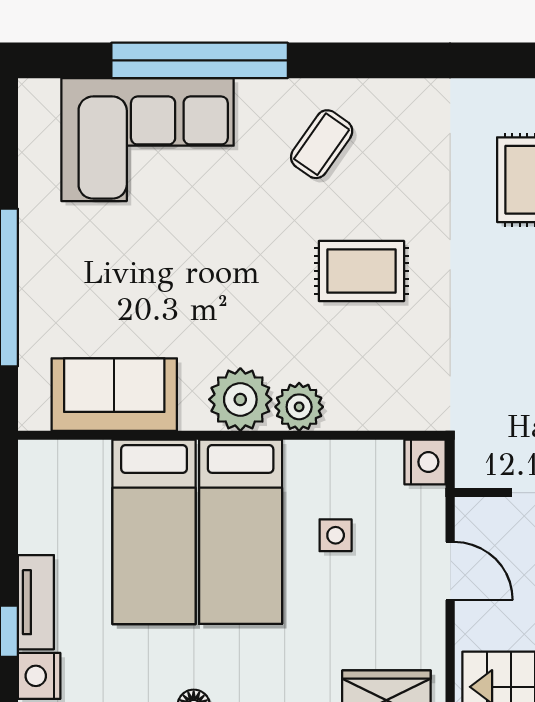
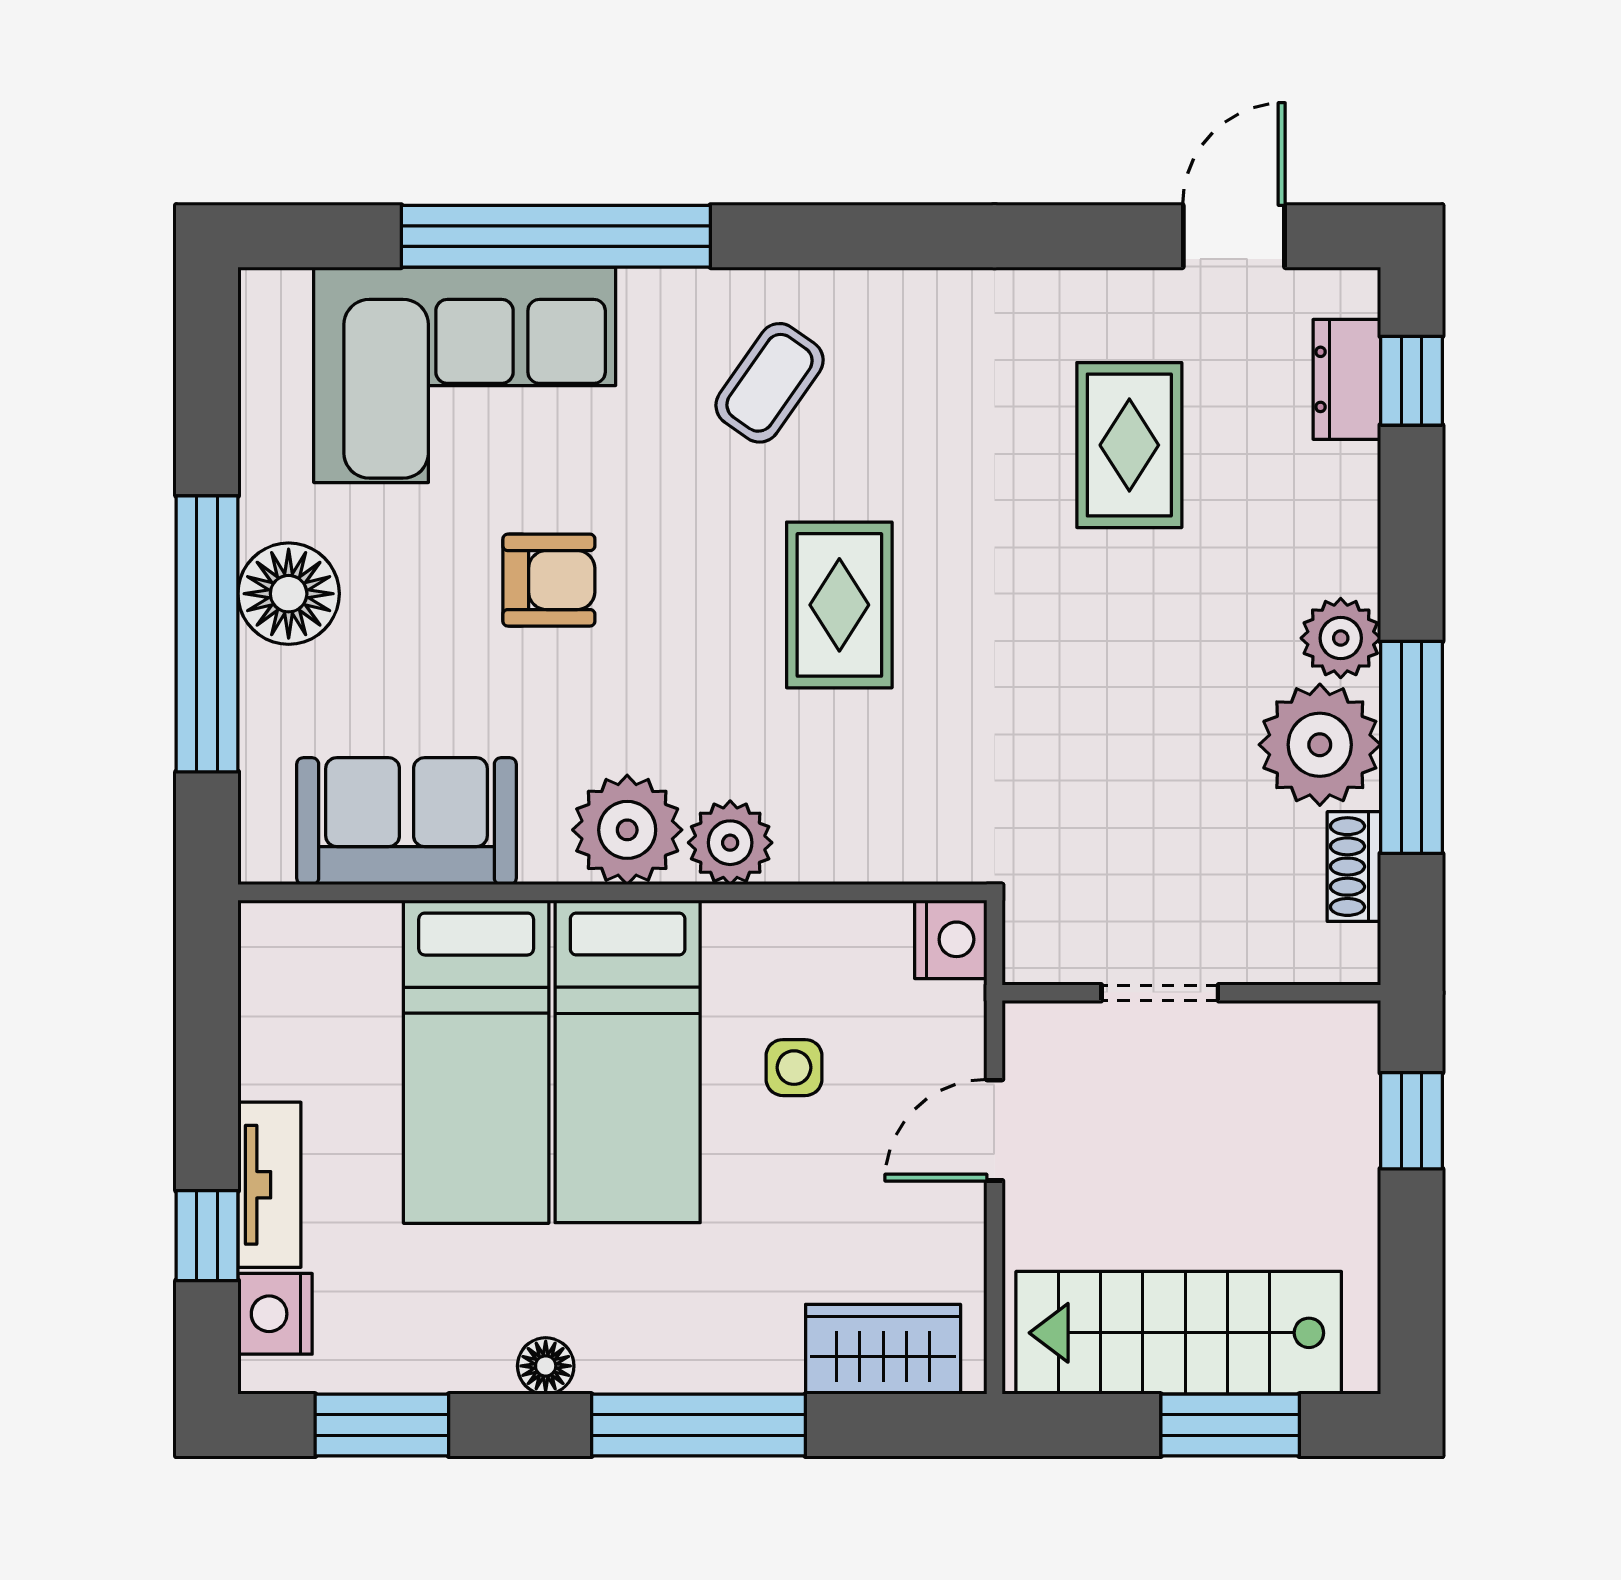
armchair: (196, 257) -> (549, 580), added
floor lamp: (47, 265) -> (289, 594), added
rug: (361, 271) -> (839, 605), turned 90
door: (450, 571) -> (994, 1130), swing flipped

